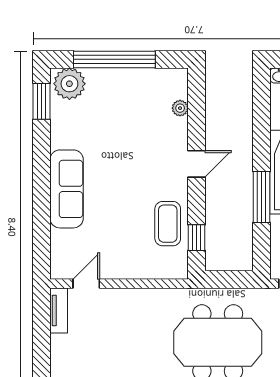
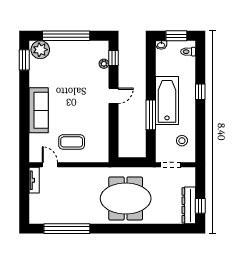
coffee table: (168, 224) -> (72, 142), moved, turned 90
window: (197, 238) -> (113, 58), moved
door: (86, 284) -> (50, 165), hinge flipped

